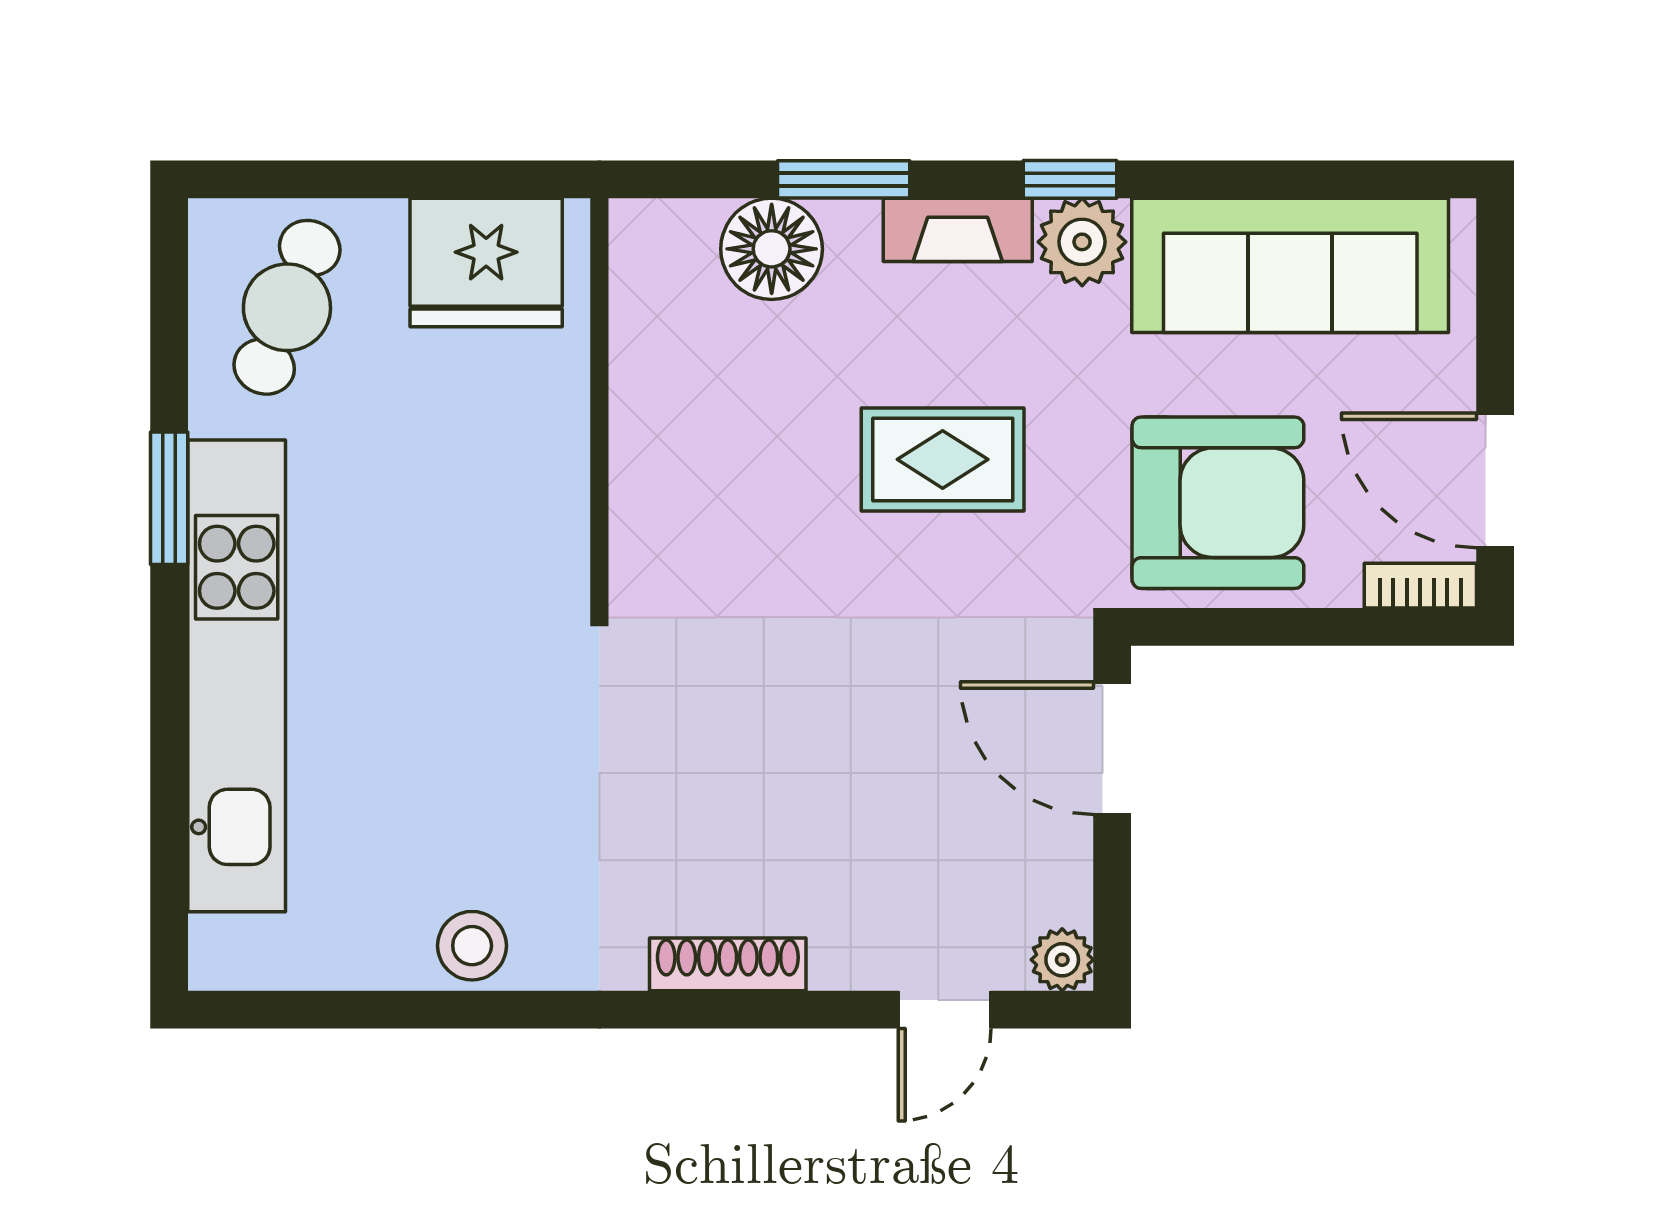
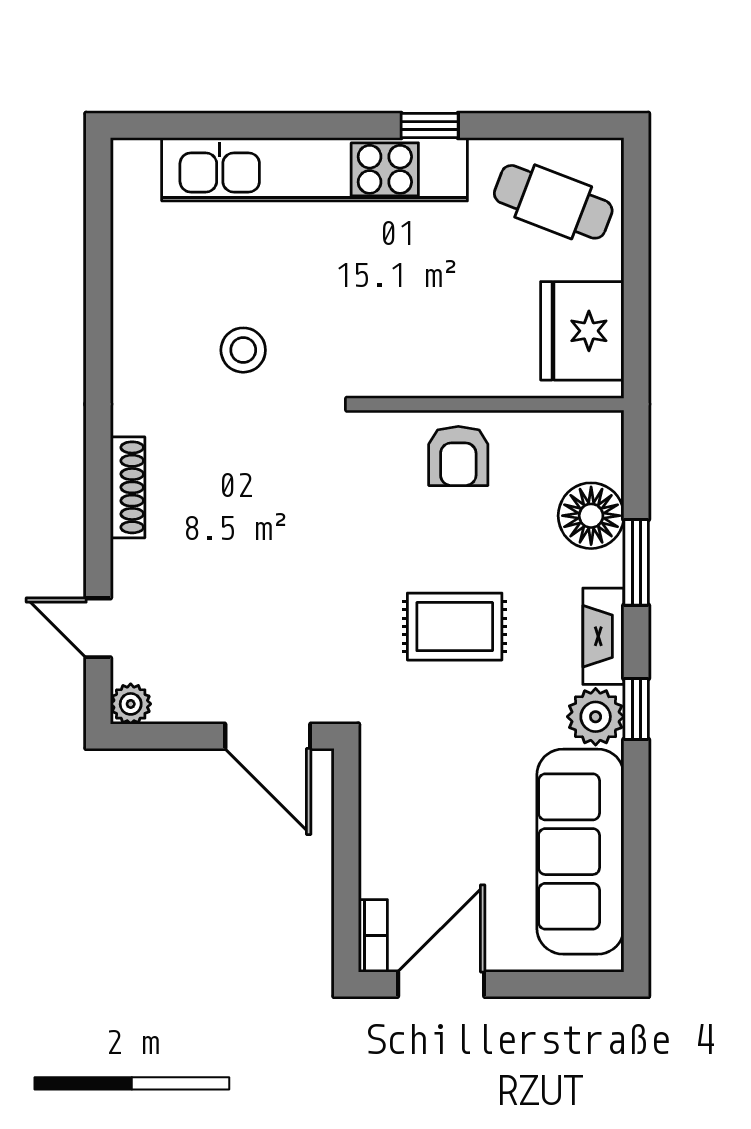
rug: (943, 459) -> (455, 627), turned 90
window: (169, 498) -> (430, 126), width x0.67
armchair: (1218, 503) -> (458, 456), moved, width x0.53, depth x0.53
door: (1112, 748) -> (268, 736), swing flipped
stool: (472, 946) -> (243, 350), moved

